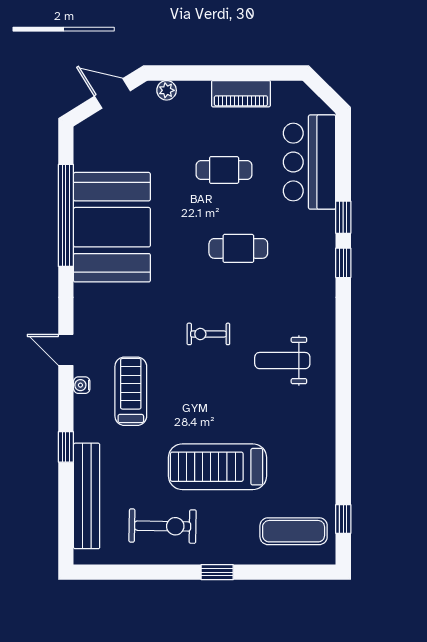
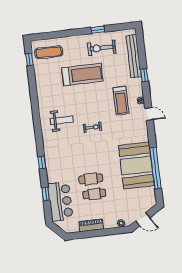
window: (343, 217) -> (46, 194), moved
cafe table: (238, 248) -> (91, 179), moved
window: (217, 572) -> (98, 30), moved

